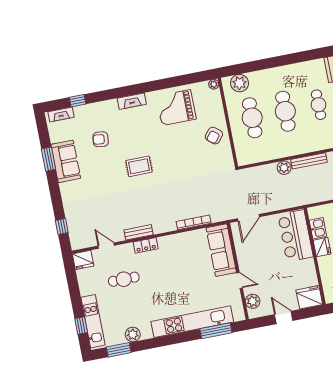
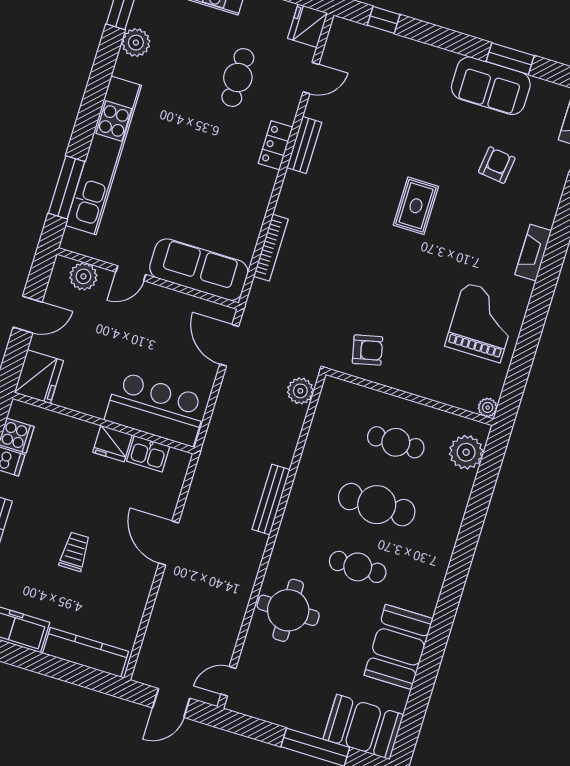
cafe table: (252, 118) -> (396, 442), width x0.73, depth x0.74
armchair: (214, 136) -> (367, 350), moved, turned 128
plant: (284, 168) -> (300, 391), moved

